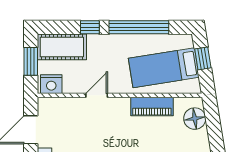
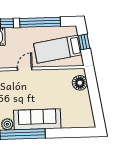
door: (97, 95) -> (25, 69), moved
piano: (152, 106) -> (51, 76), removed

